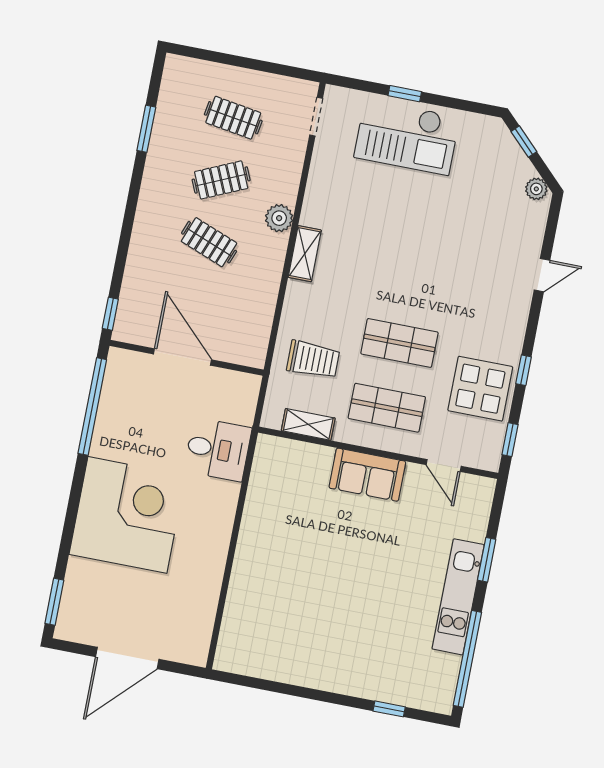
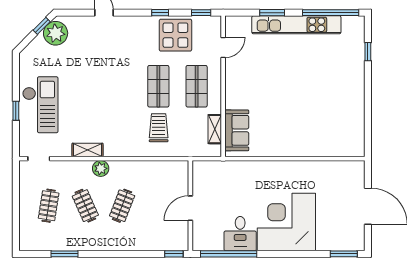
window: (524, 142) -> (42, 26), moved
plant: (536, 189) -> (56, 33), width x1.88, depth x1.88
shelving: (305, 254) -> (87, 150), moved
door: (182, 357) -> (190, 208), width x0.73
trolley: (313, 360) -> (159, 128), moved
desk: (218, 449) -> (240, 234), moved, turned 180
sofa: (367, 475) -> (237, 130), moved
kitchen unit: (458, 597) -> (296, 25), width x1.36

